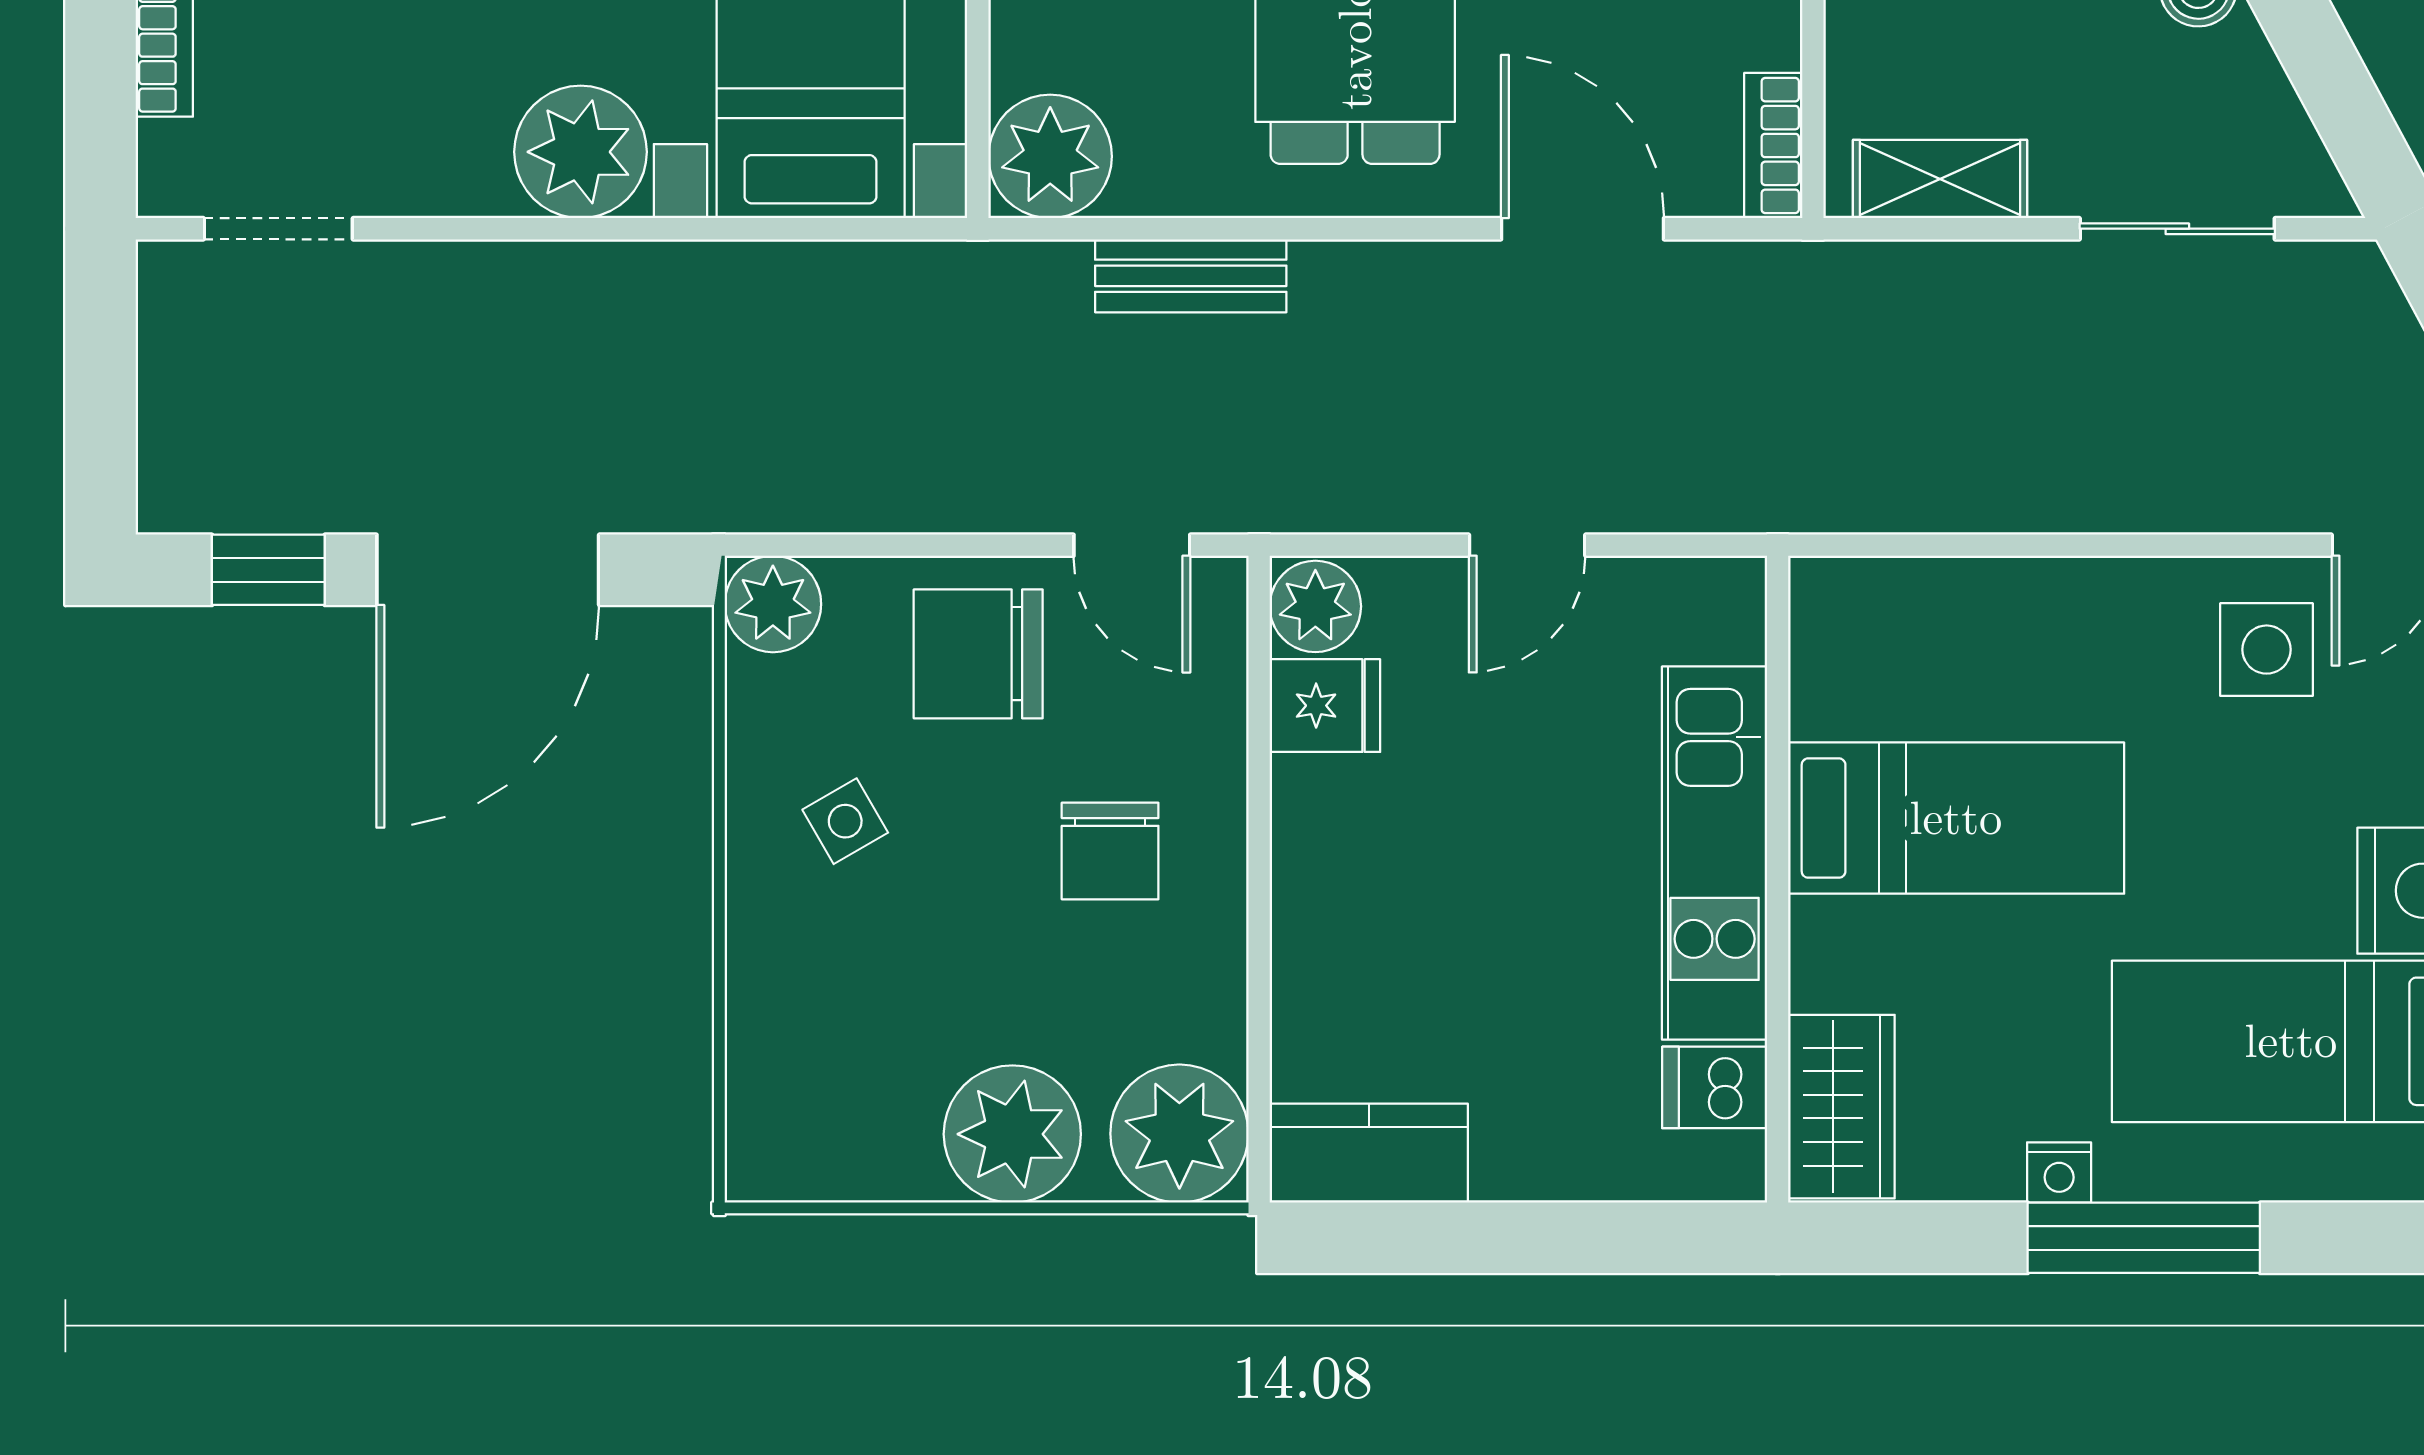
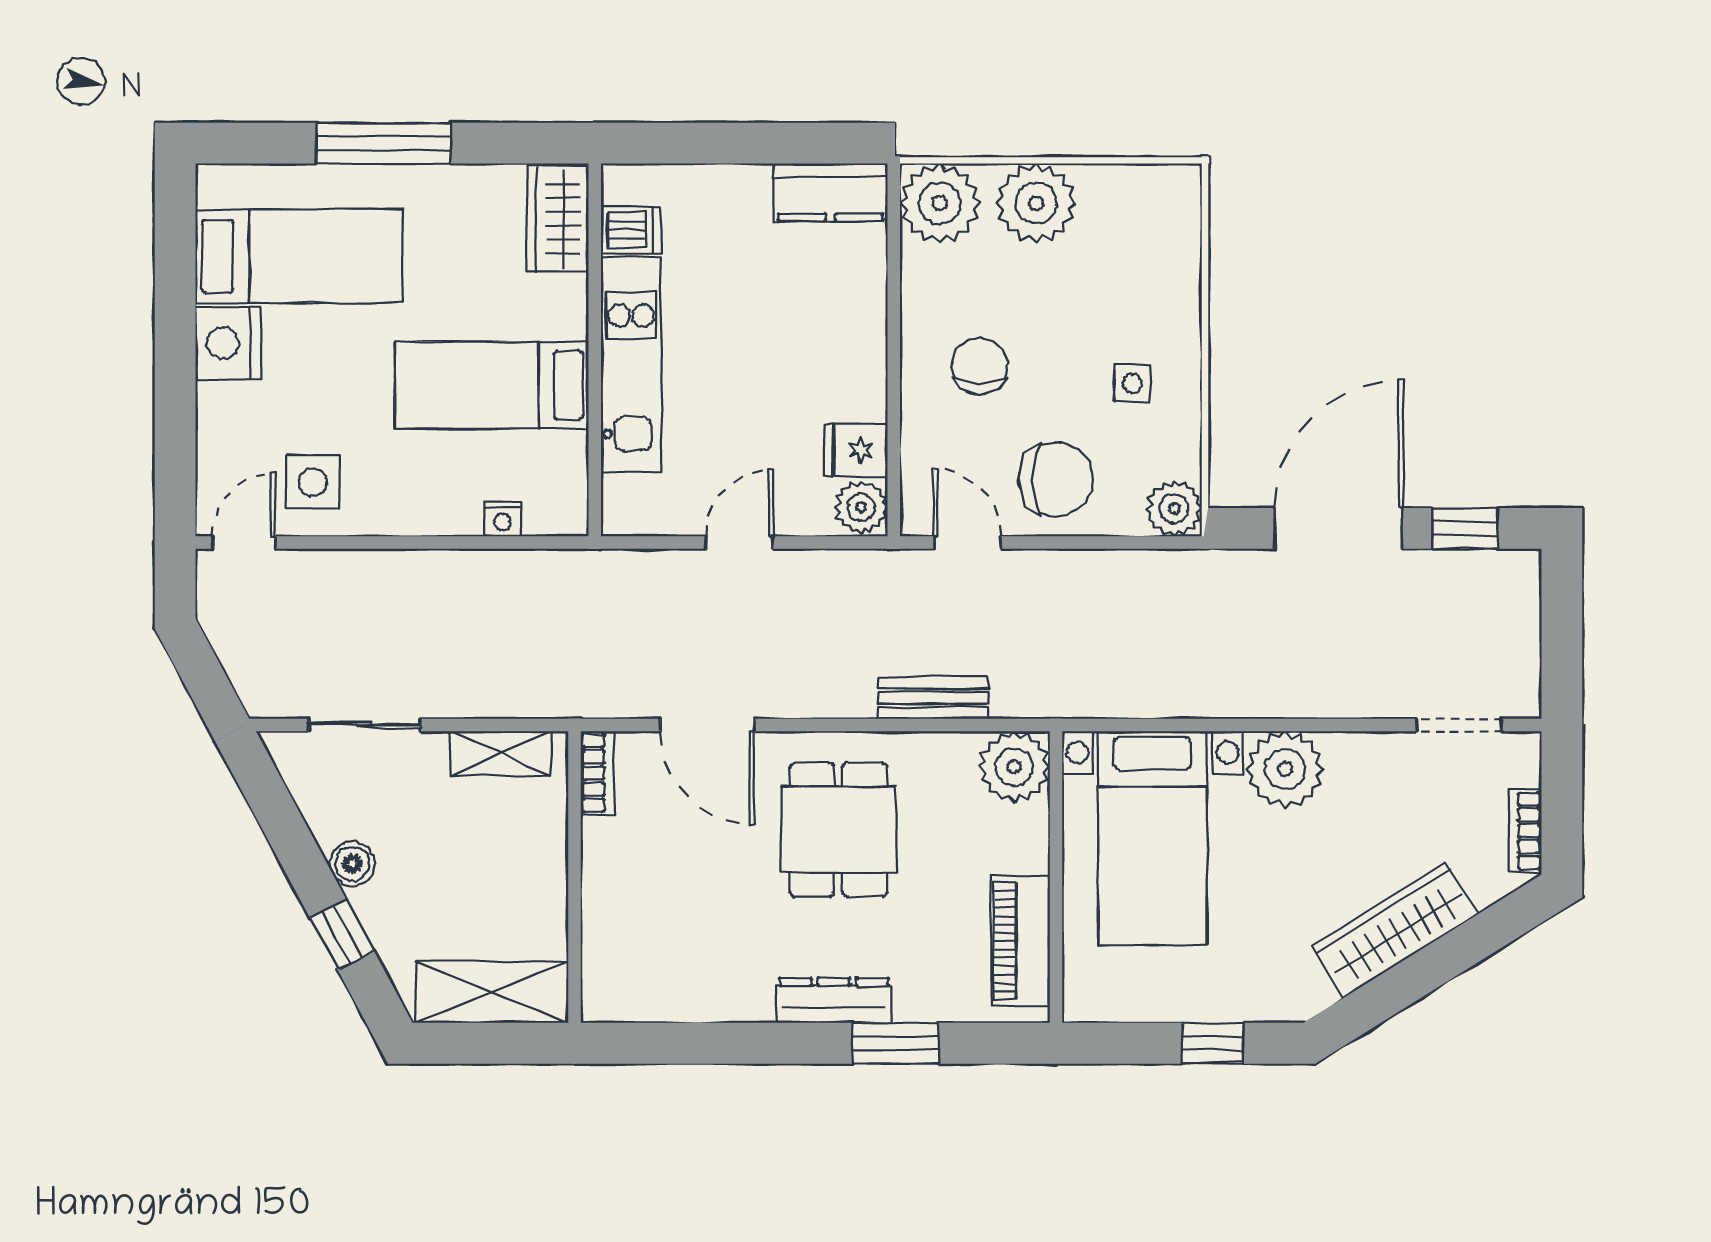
side table: (845, 821) -> (1132, 383), turned 30
nightstand: (2059, 1172) -> (503, 519), moved, turned 180

